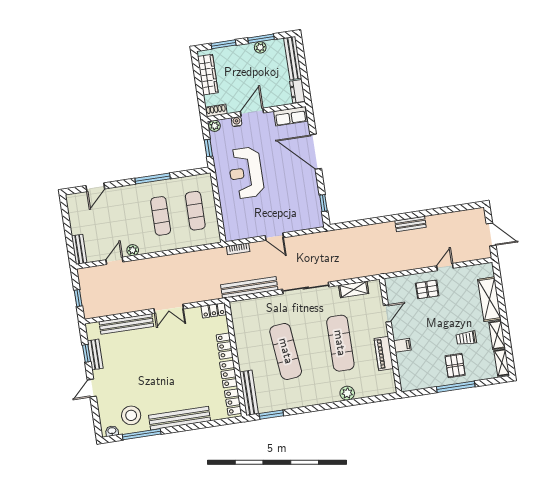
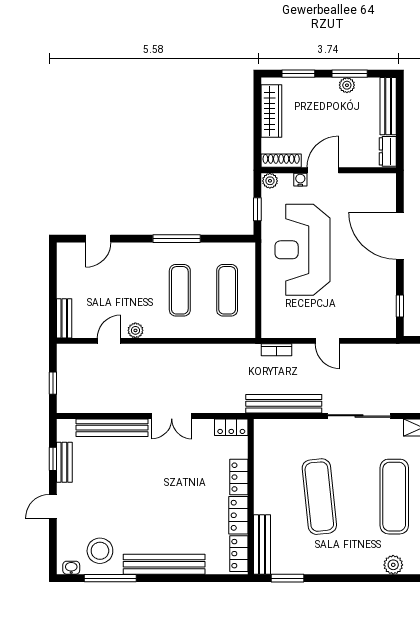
shoe rack: (216, 111) -> (281, 161), width x1.43
row of seats: (290, 116) -> (373, 183), removed
reception desk: (246, 173) -> (302, 250), width x1.36, depth x1.30

